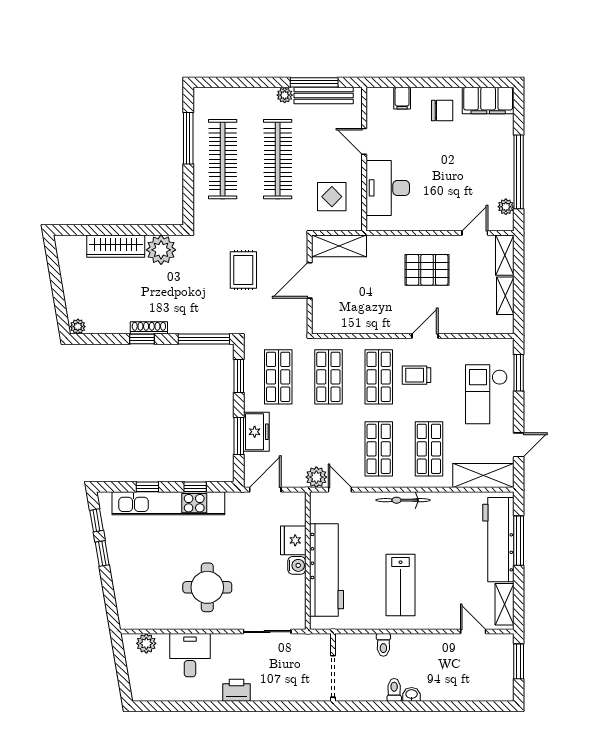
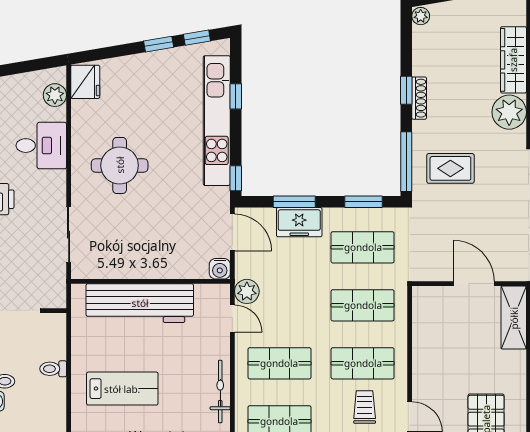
rug: (243, 270) -> (450, 168), moved
window: (195, 487) -> (236, 178), moved
door: (340, 490) -> (232, 319), hinge flipped
fridge: (293, 540) -> (85, 82), moved, turned 90
water cooler: (297, 565) -> (220, 269), moved
lab bench: (401, 585) -> (122, 389), turned 180

